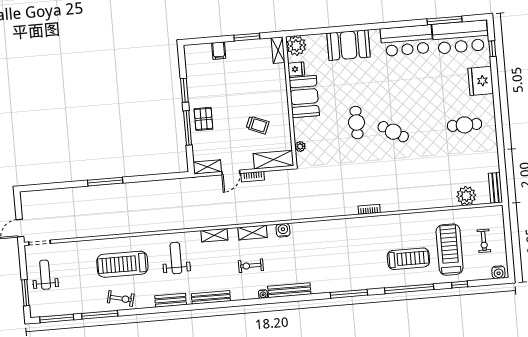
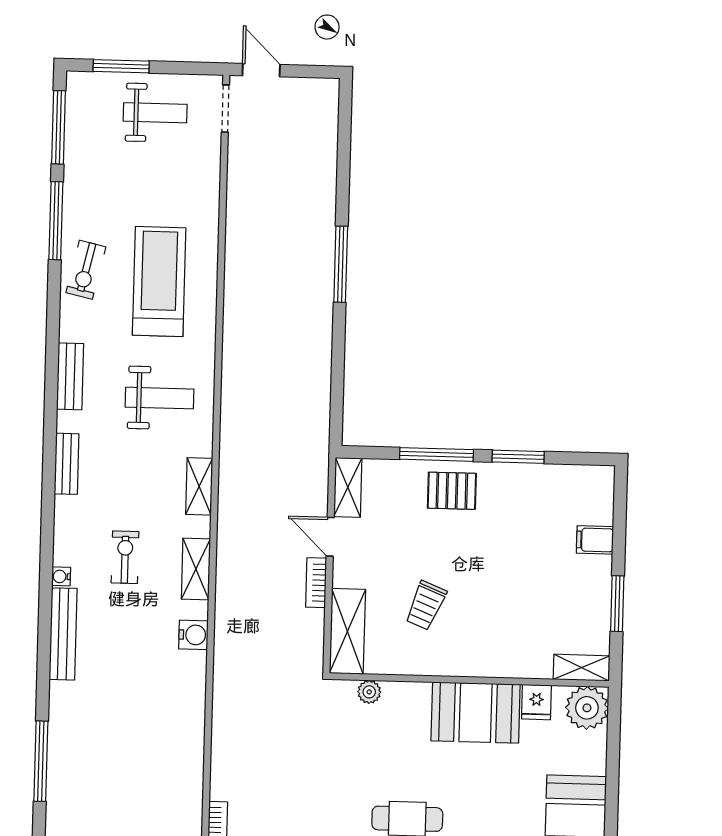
bench: (211, 297) -> (67, 464), width x0.73

